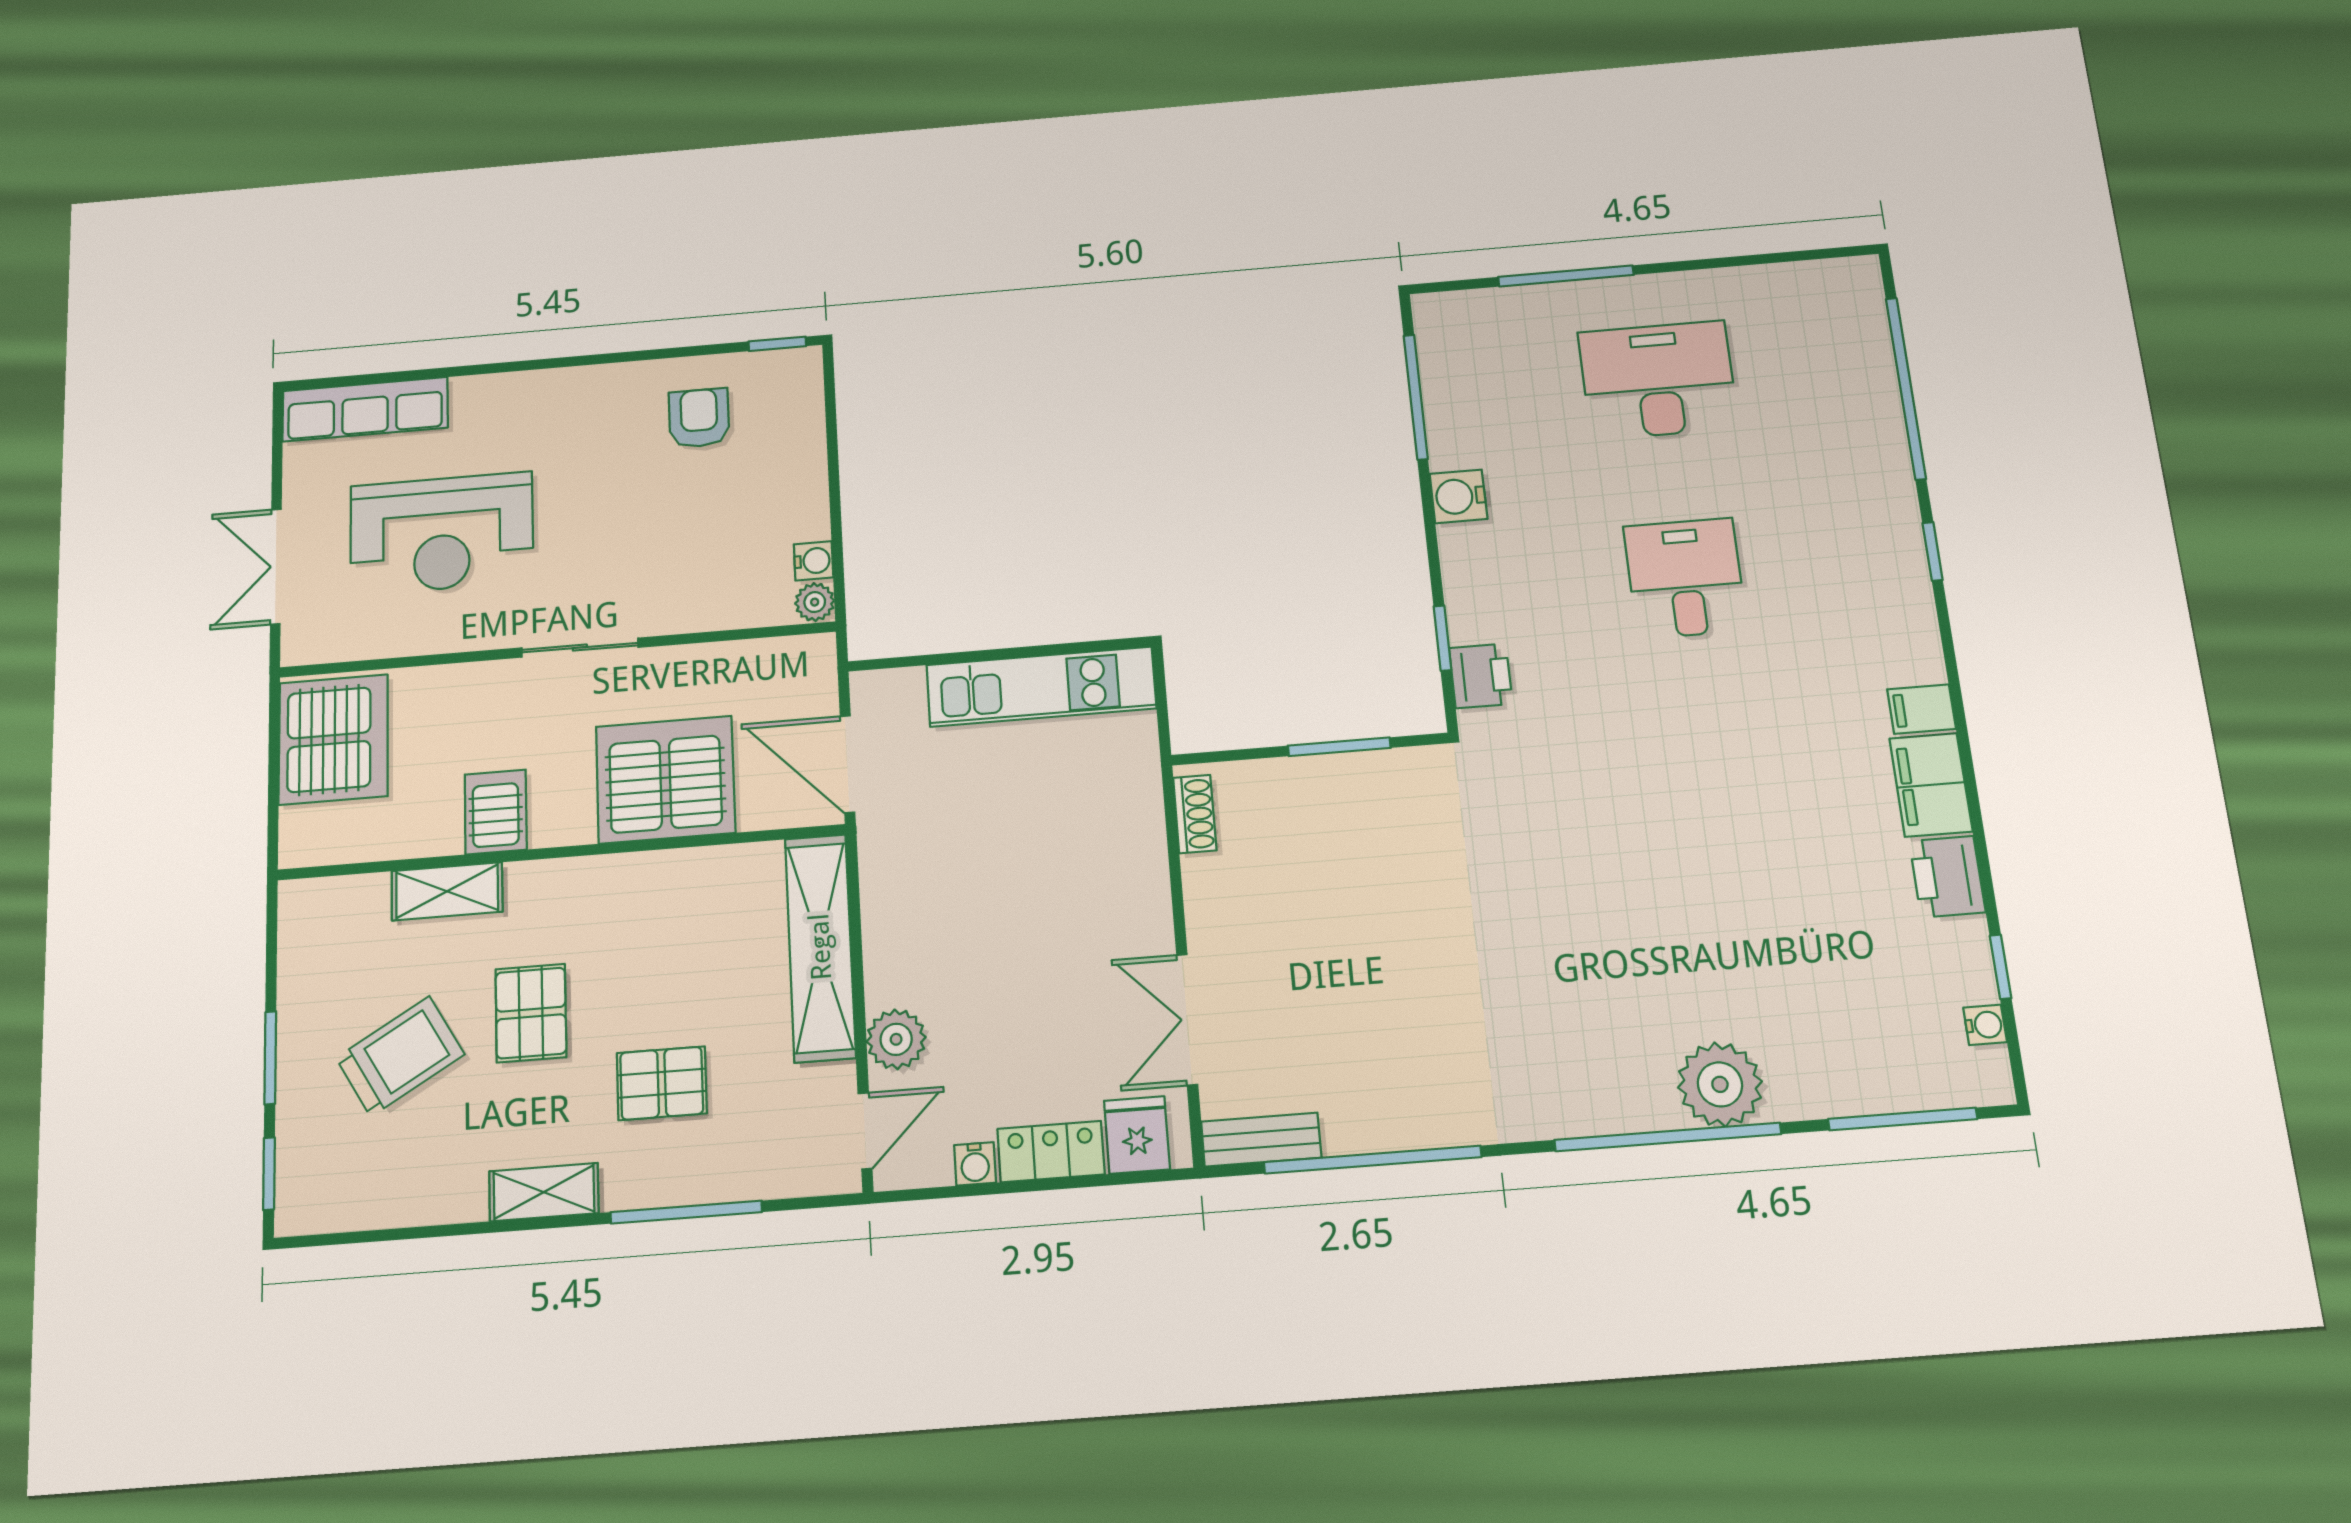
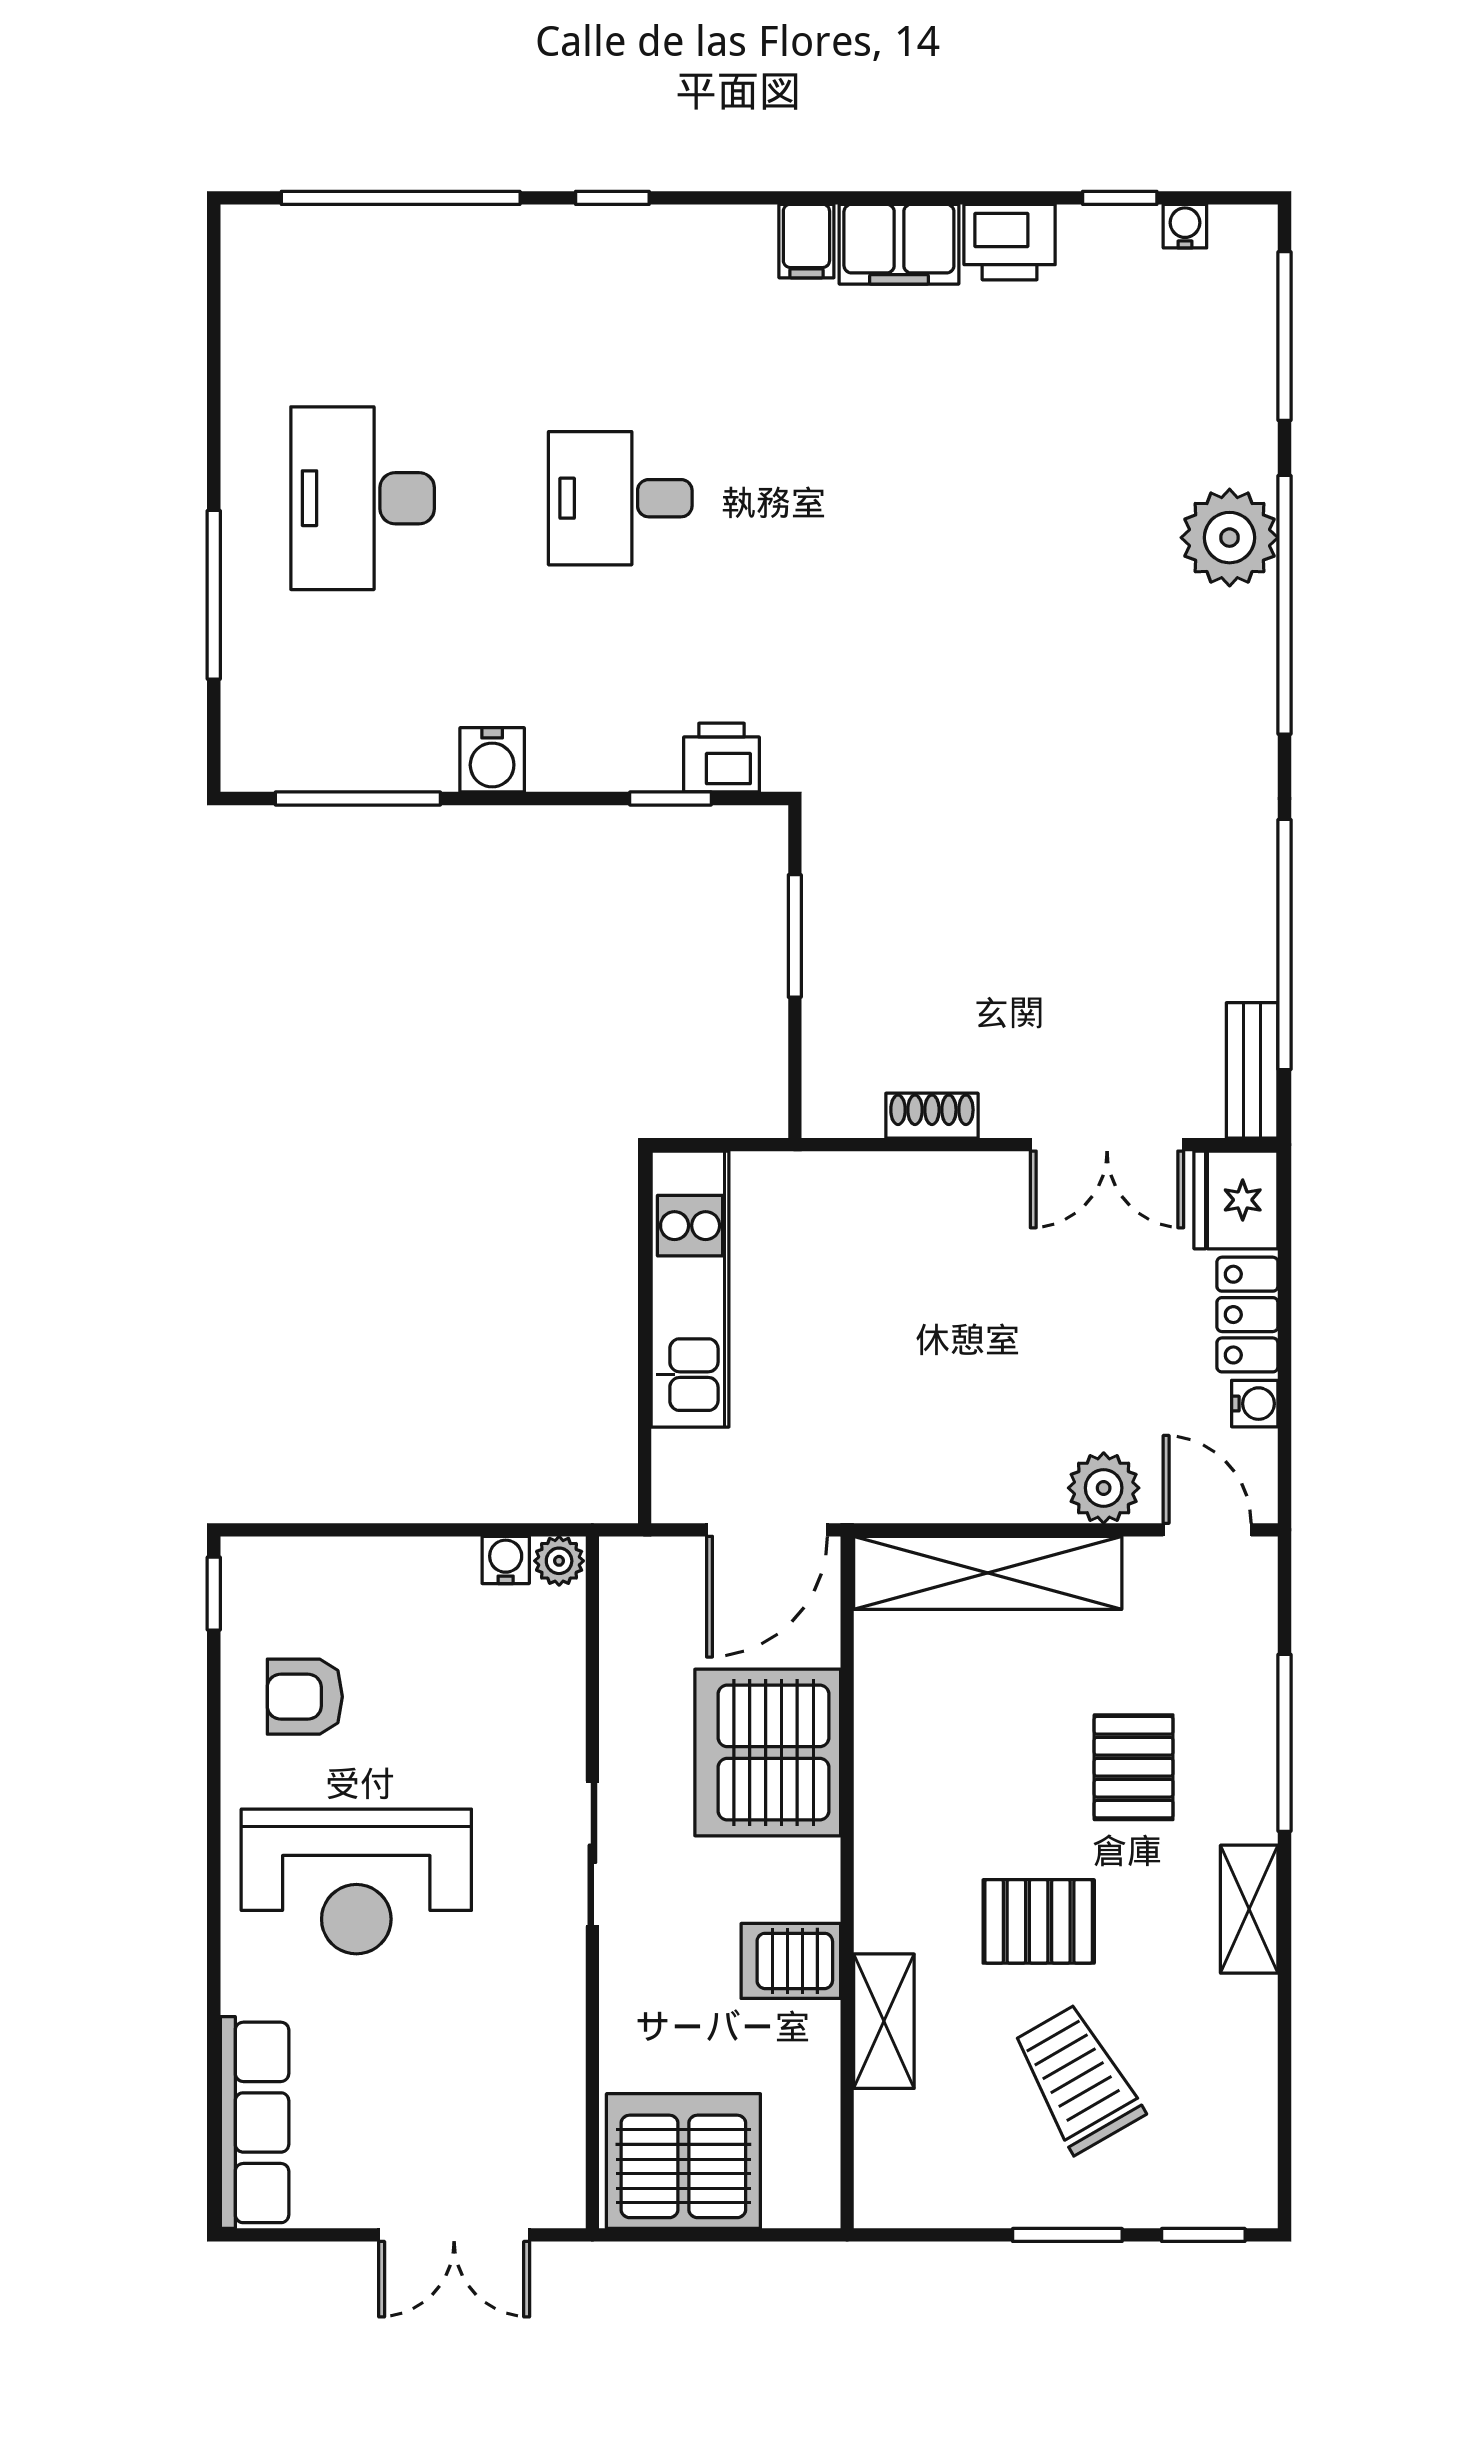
reception desk: (442, 533) -> (356, 1881), moved, turned 90
shoe rack: (1195, 814) -> (932, 1116), moved
fridge: (1137, 1135) -> (1236, 1200), width x1.38

